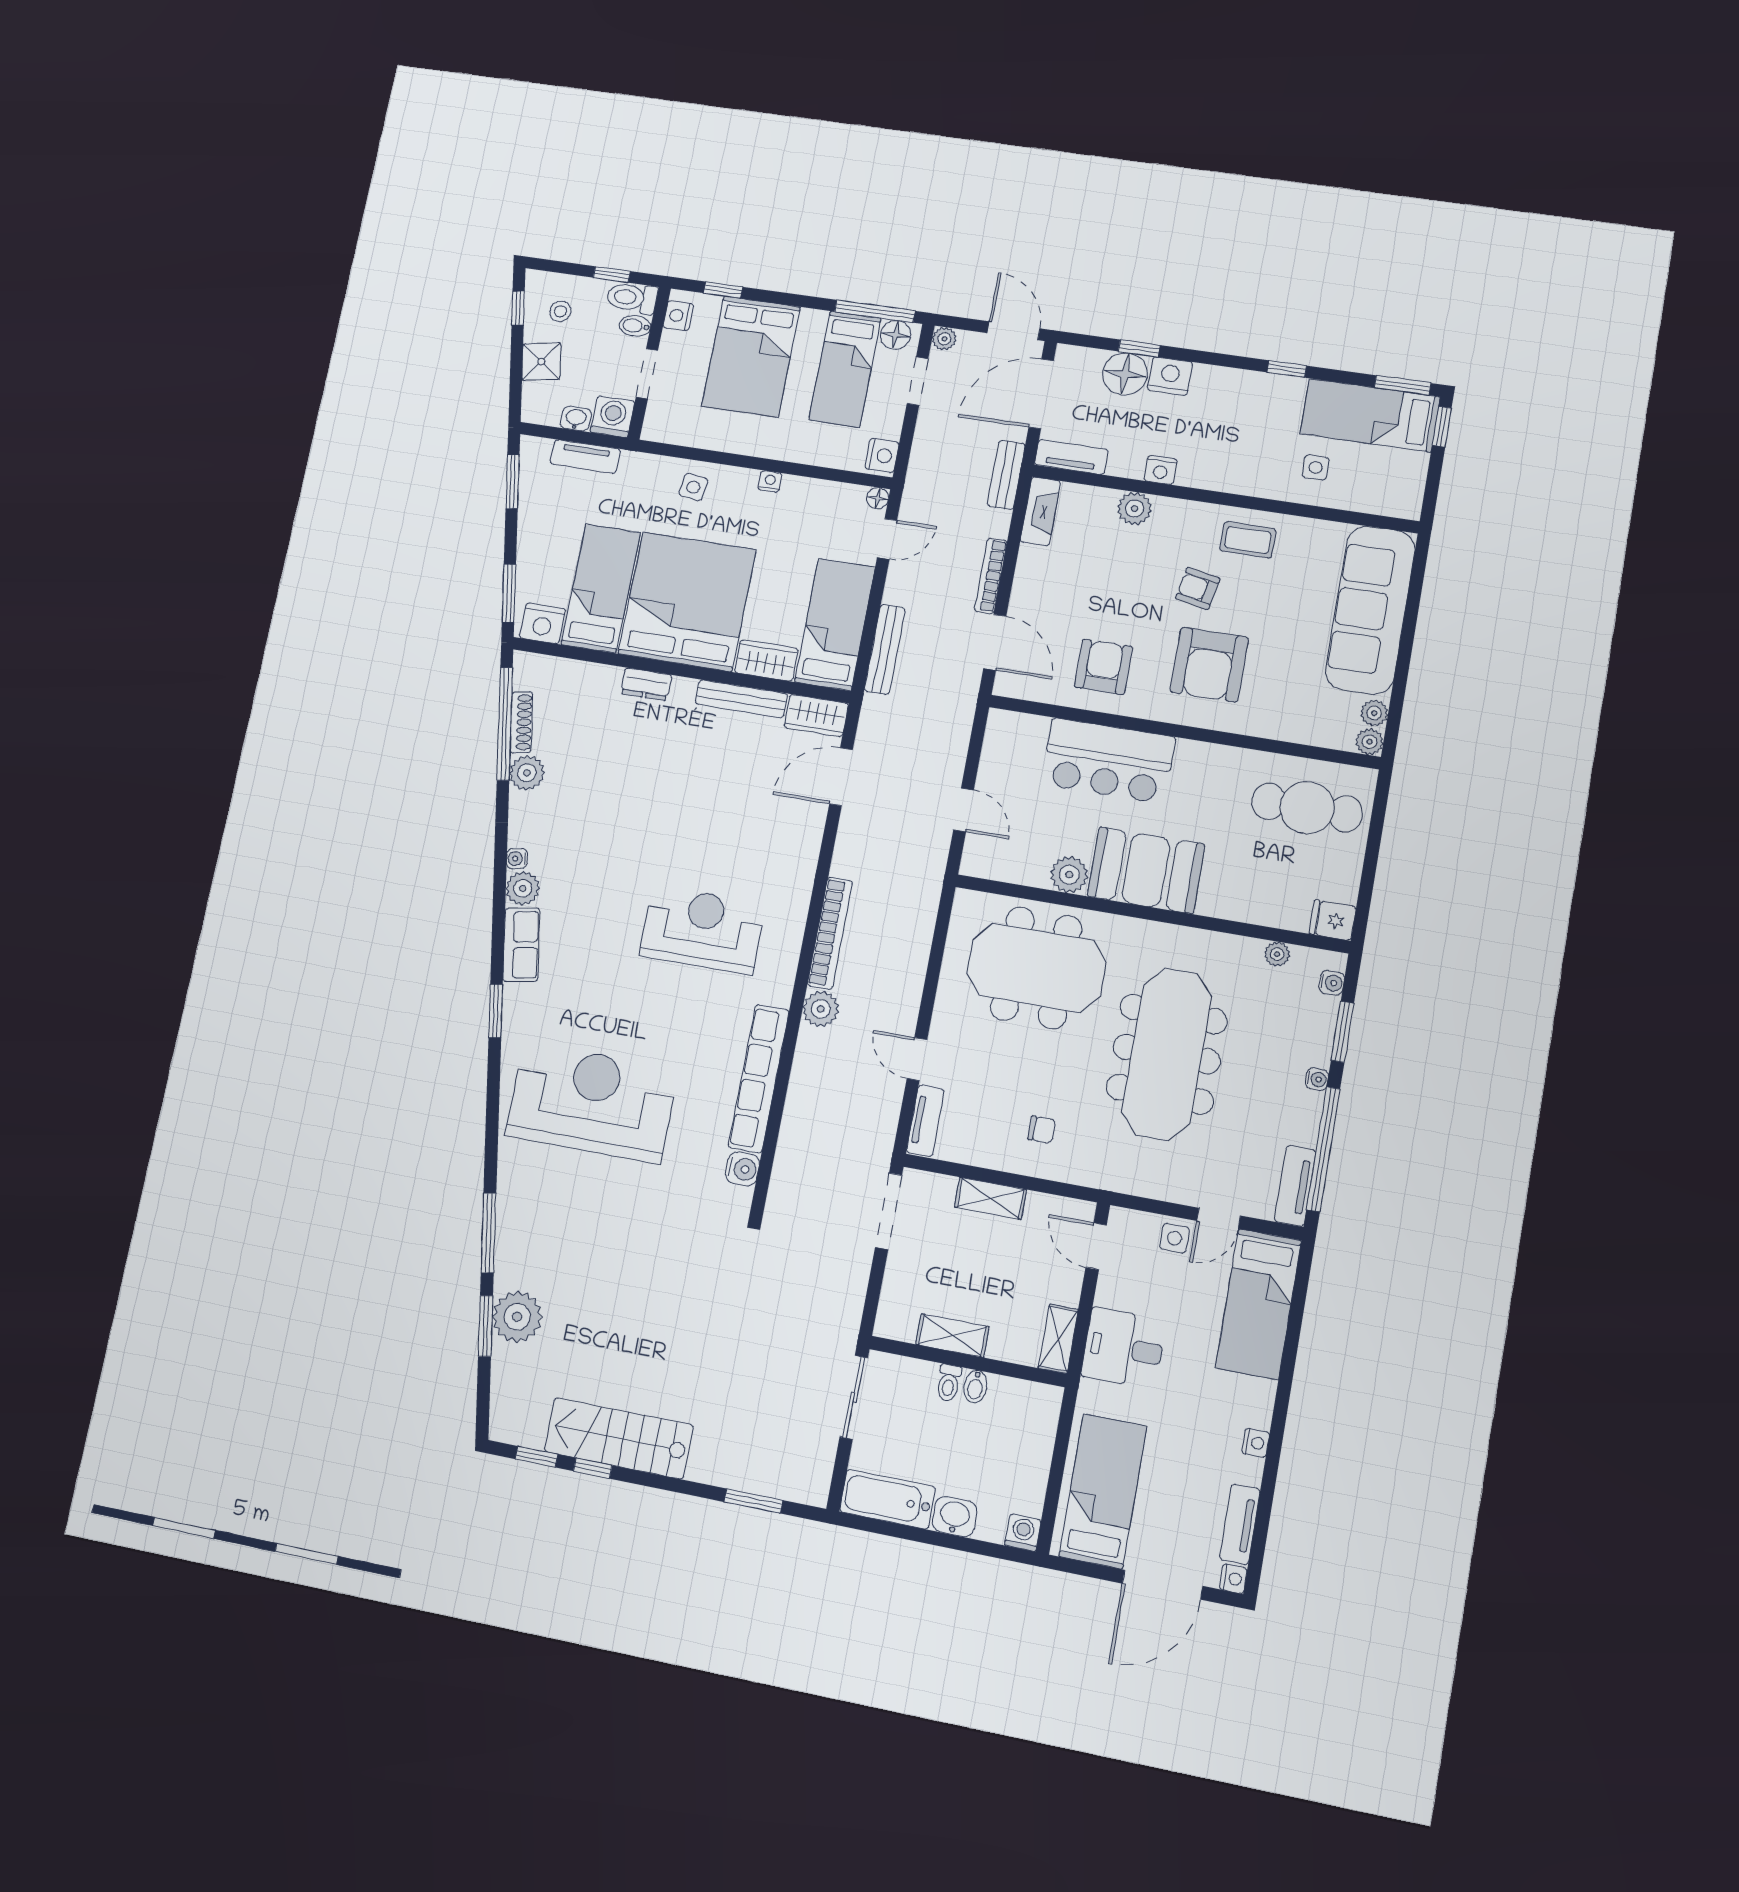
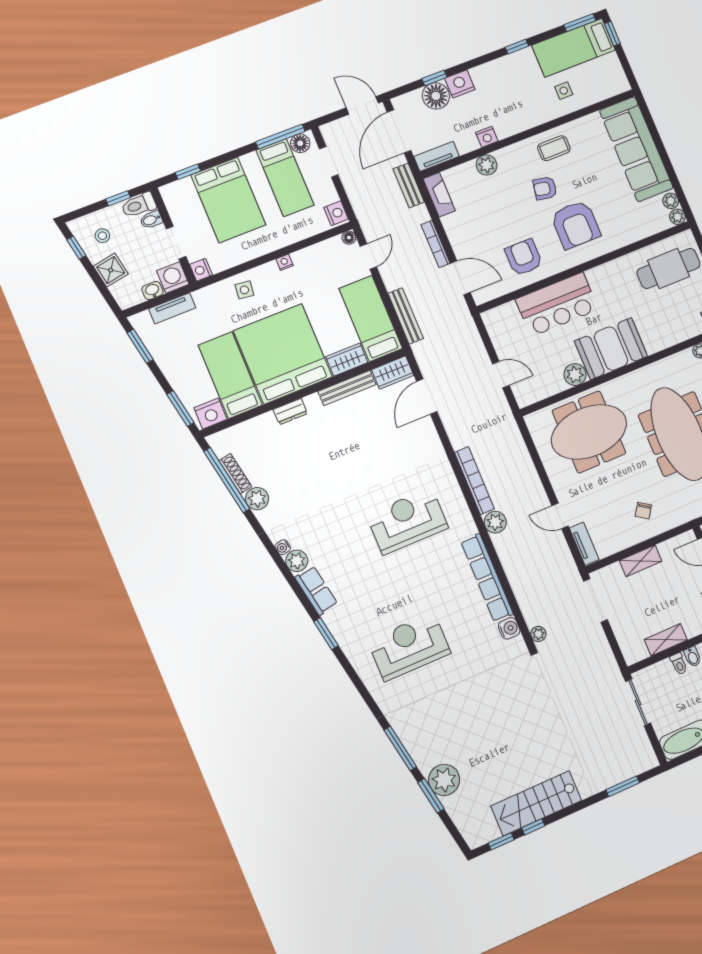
nightstand: (678, 316) -> (201, 270), moved
plant: (944, 339) -> (538, 634), moved
reception desk: (592, 1102) -> (409, 647), width x0.74, depth x0.77
chair: (1042, 1130) -> (643, 511), turned 124

